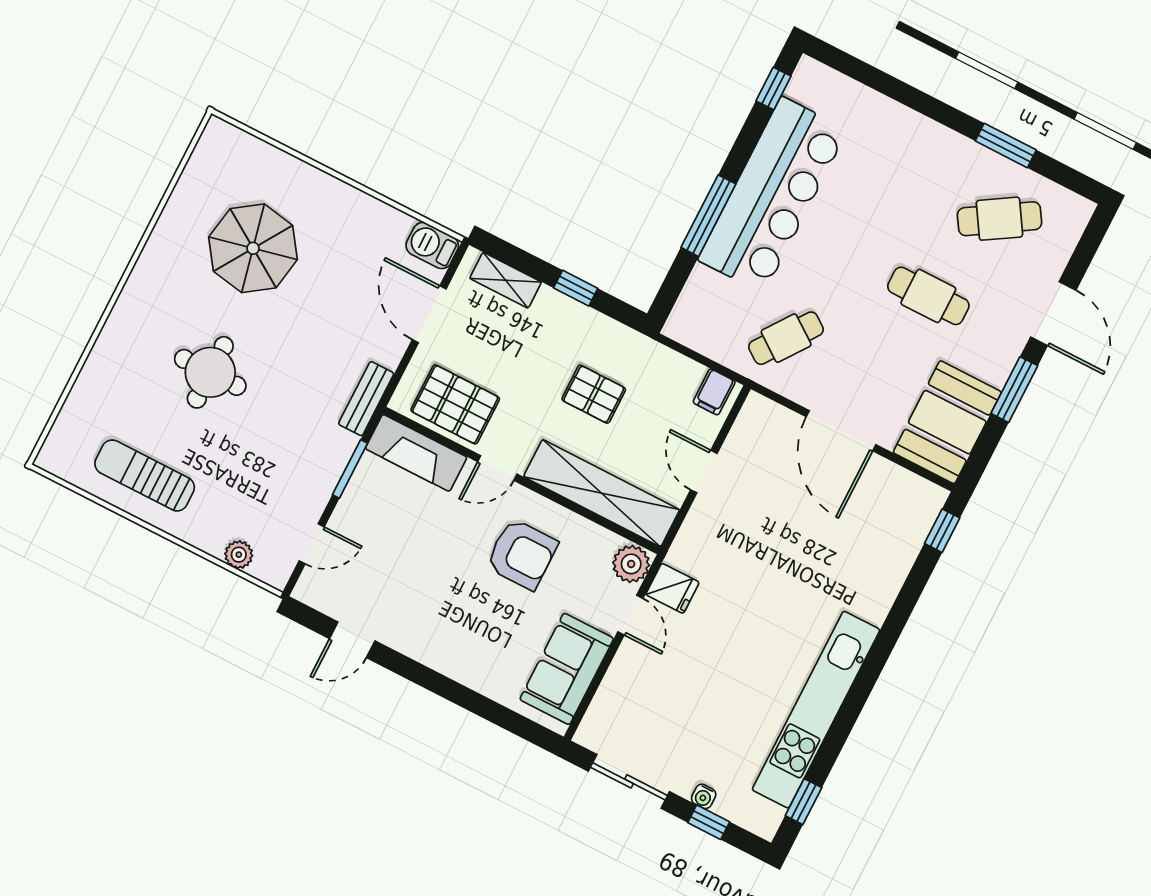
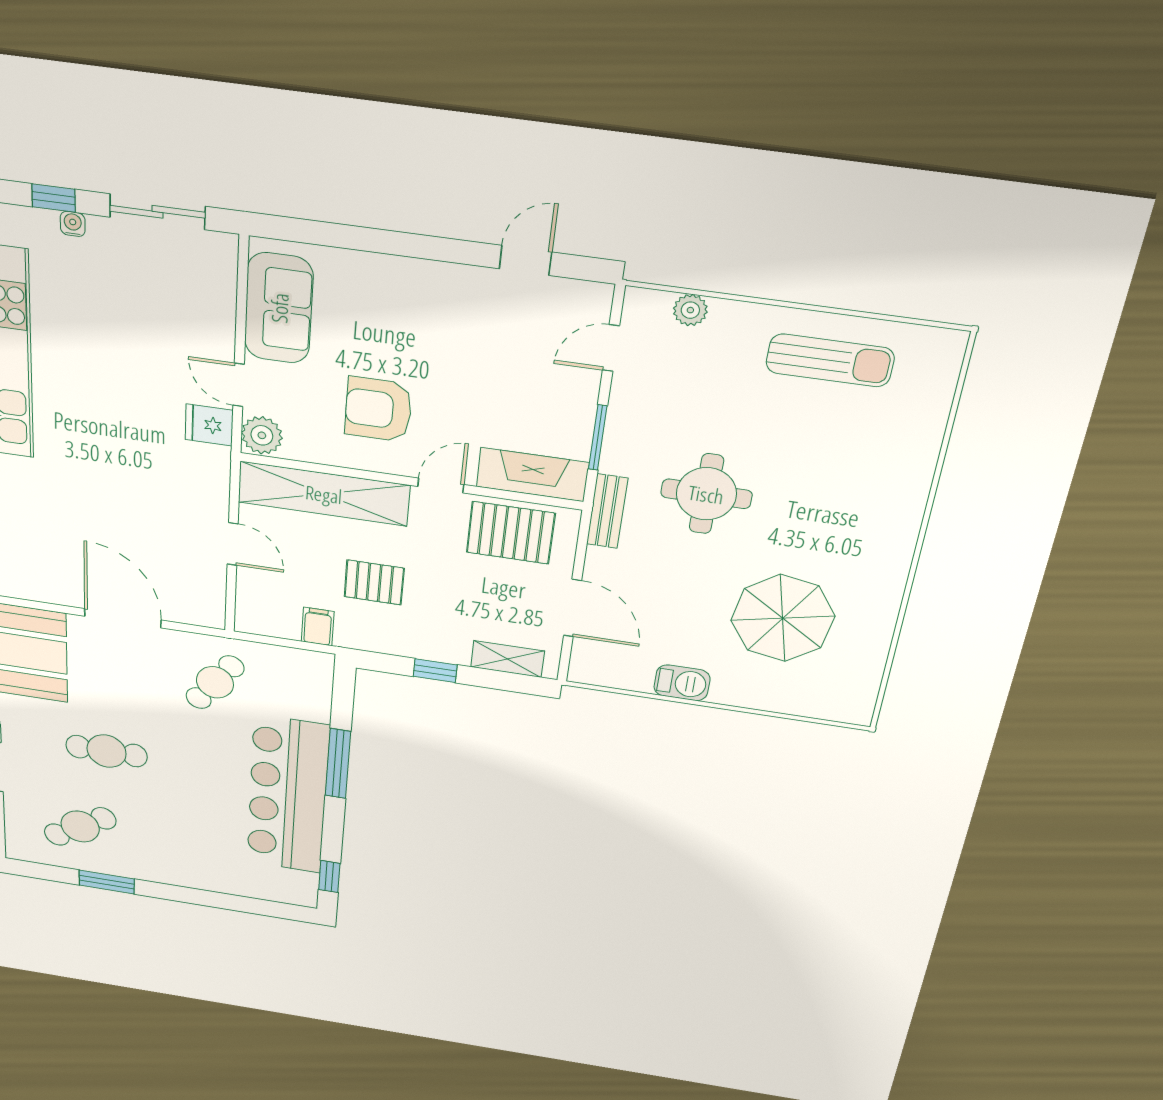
barbecue: (432, 246) -> (682, 683), moved
round table: (210, 372) -> (706, 494), moved
filing cabinet: (714, 392) -> (318, 627), moved

